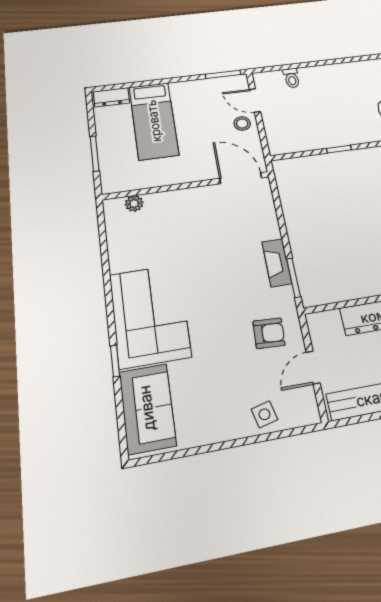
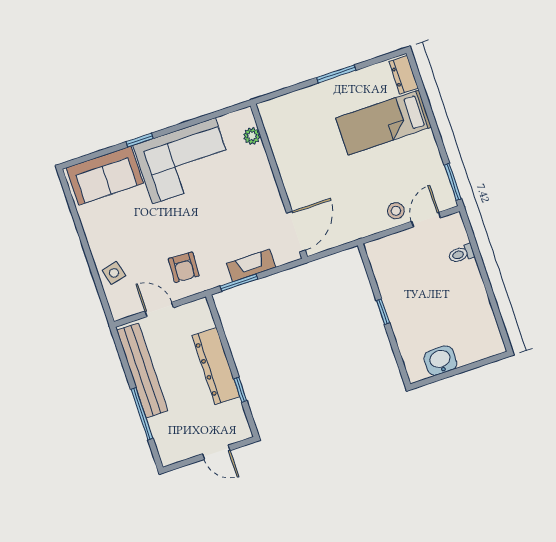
door: (241, 178) -> (296, 232), moved
wall: (186, 186) -> (279, 181), moved
plant: (134, 204) -> (252, 136), moved

